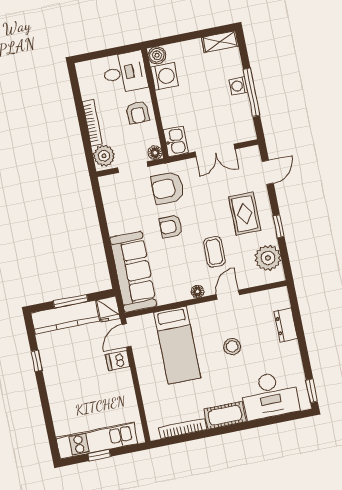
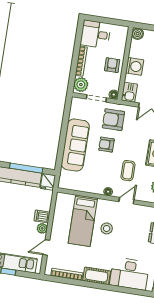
desk: (125, 72) -> (95, 34), moved, turned 180
washing machine: (164, 76) -> (135, 66), moved
armchair: (138, 112) -> (112, 65), turned 180
sofa: (133, 272) -> (75, 145), moved
window: (71, 301) -> (26, 168), width x1.44
door: (127, 335) -> (46, 247), moved
stool: (232, 347) -> (107, 228), moved
plant: (124, 377) -> (42, 228), added

